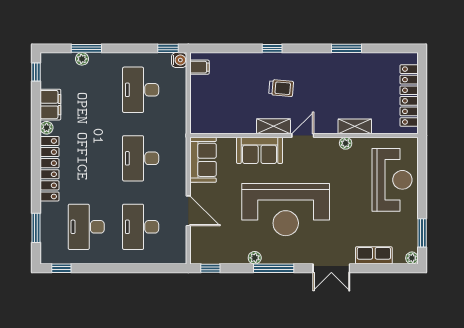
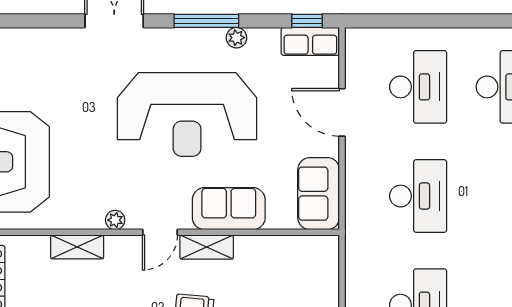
plant: (346, 143) -> (115, 220), moved
reception desk: (286, 210) -> (187, 114), turned 180
row of seats: (374, 255) -> (310, 41), moved

